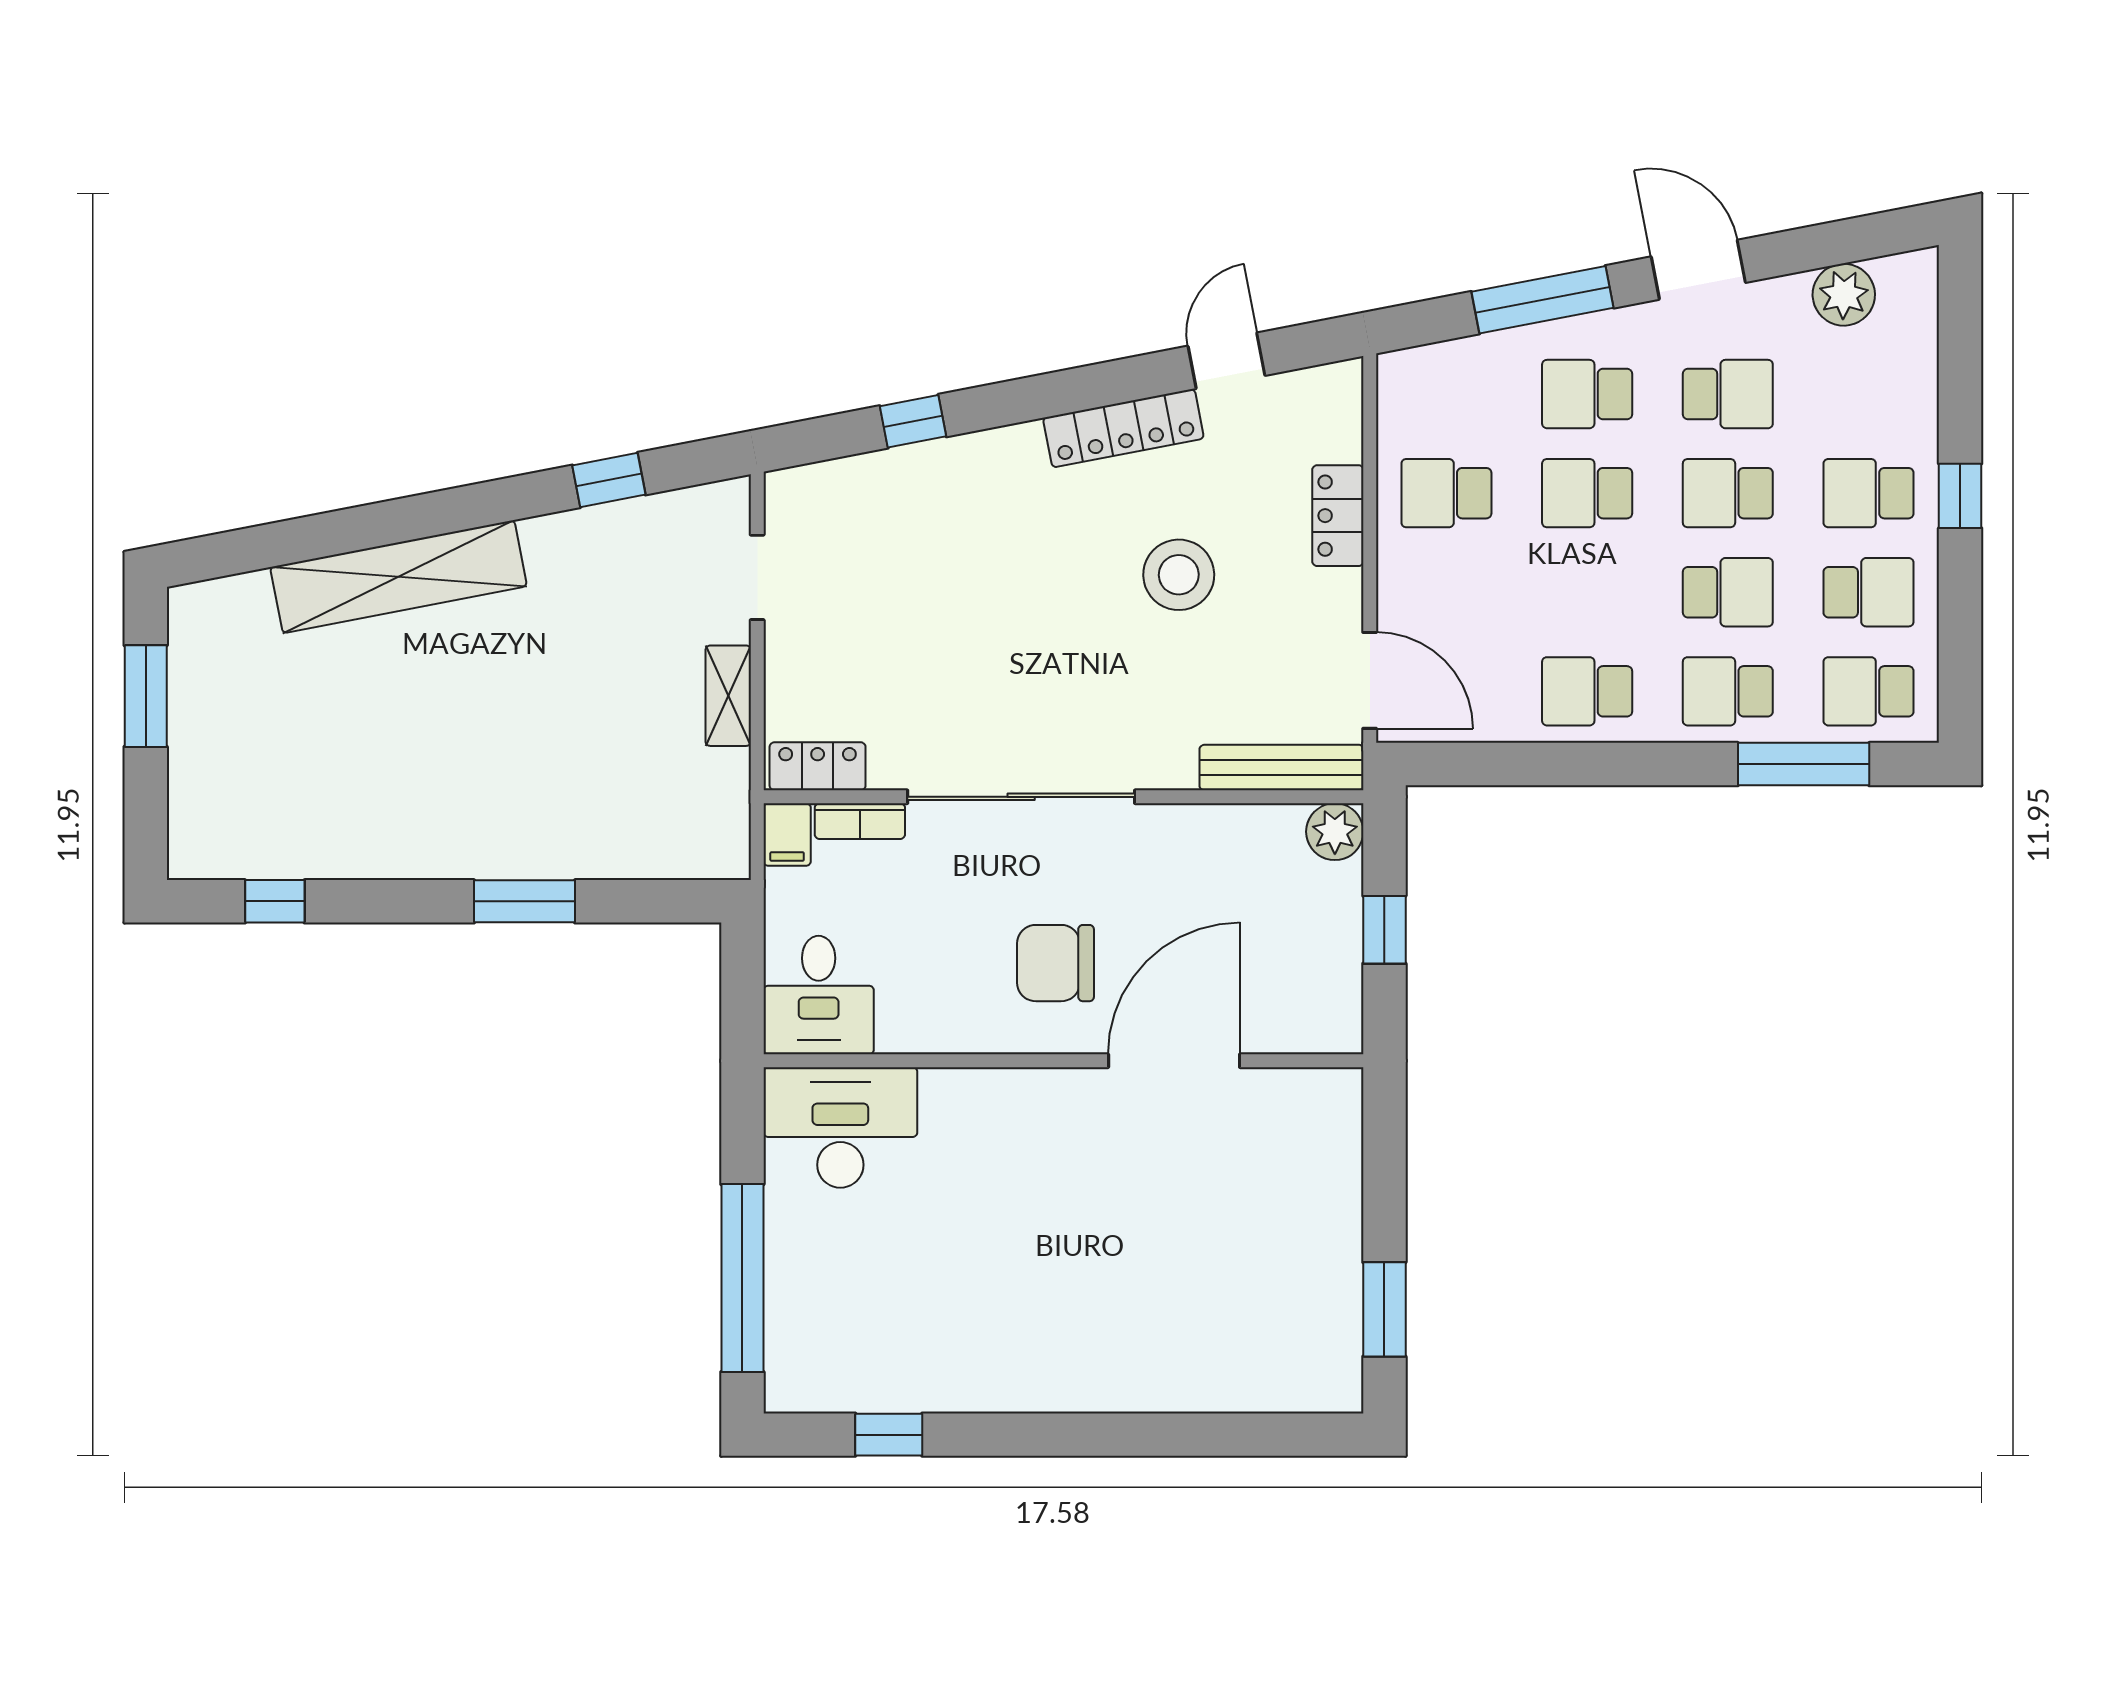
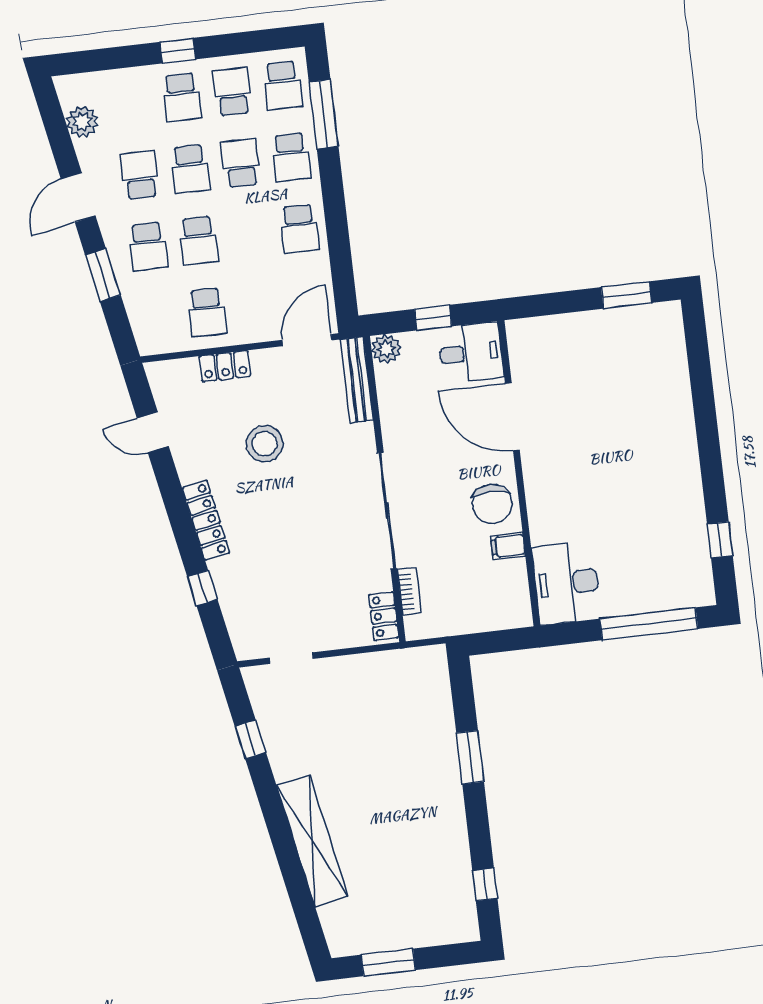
window: (1542, 300) -> (103, 275), width x0.69
locker: (1123, 428) -> (206, 520), moved
shelving: (728, 696) -> (353, 666), removed
filing cabinet: (787, 835) -> (508, 546), moved, turned 180
chair: (1055, 963) -> (492, 504), moved
desk: (819, 995) -> (471, 353), moved

